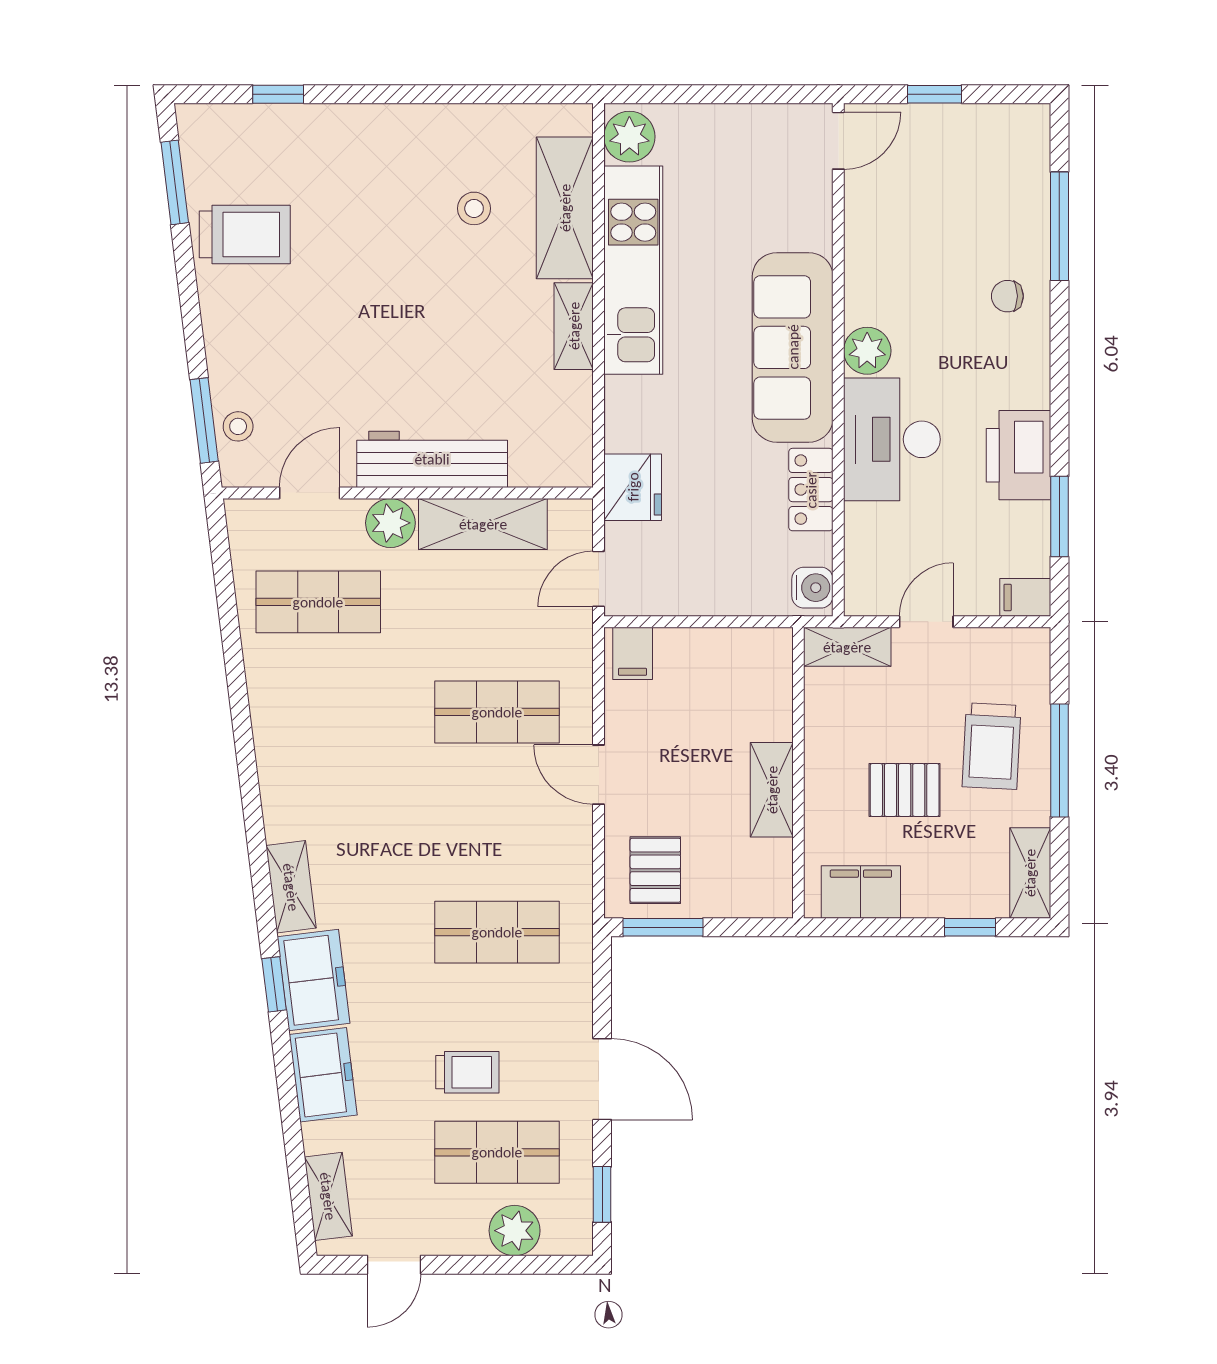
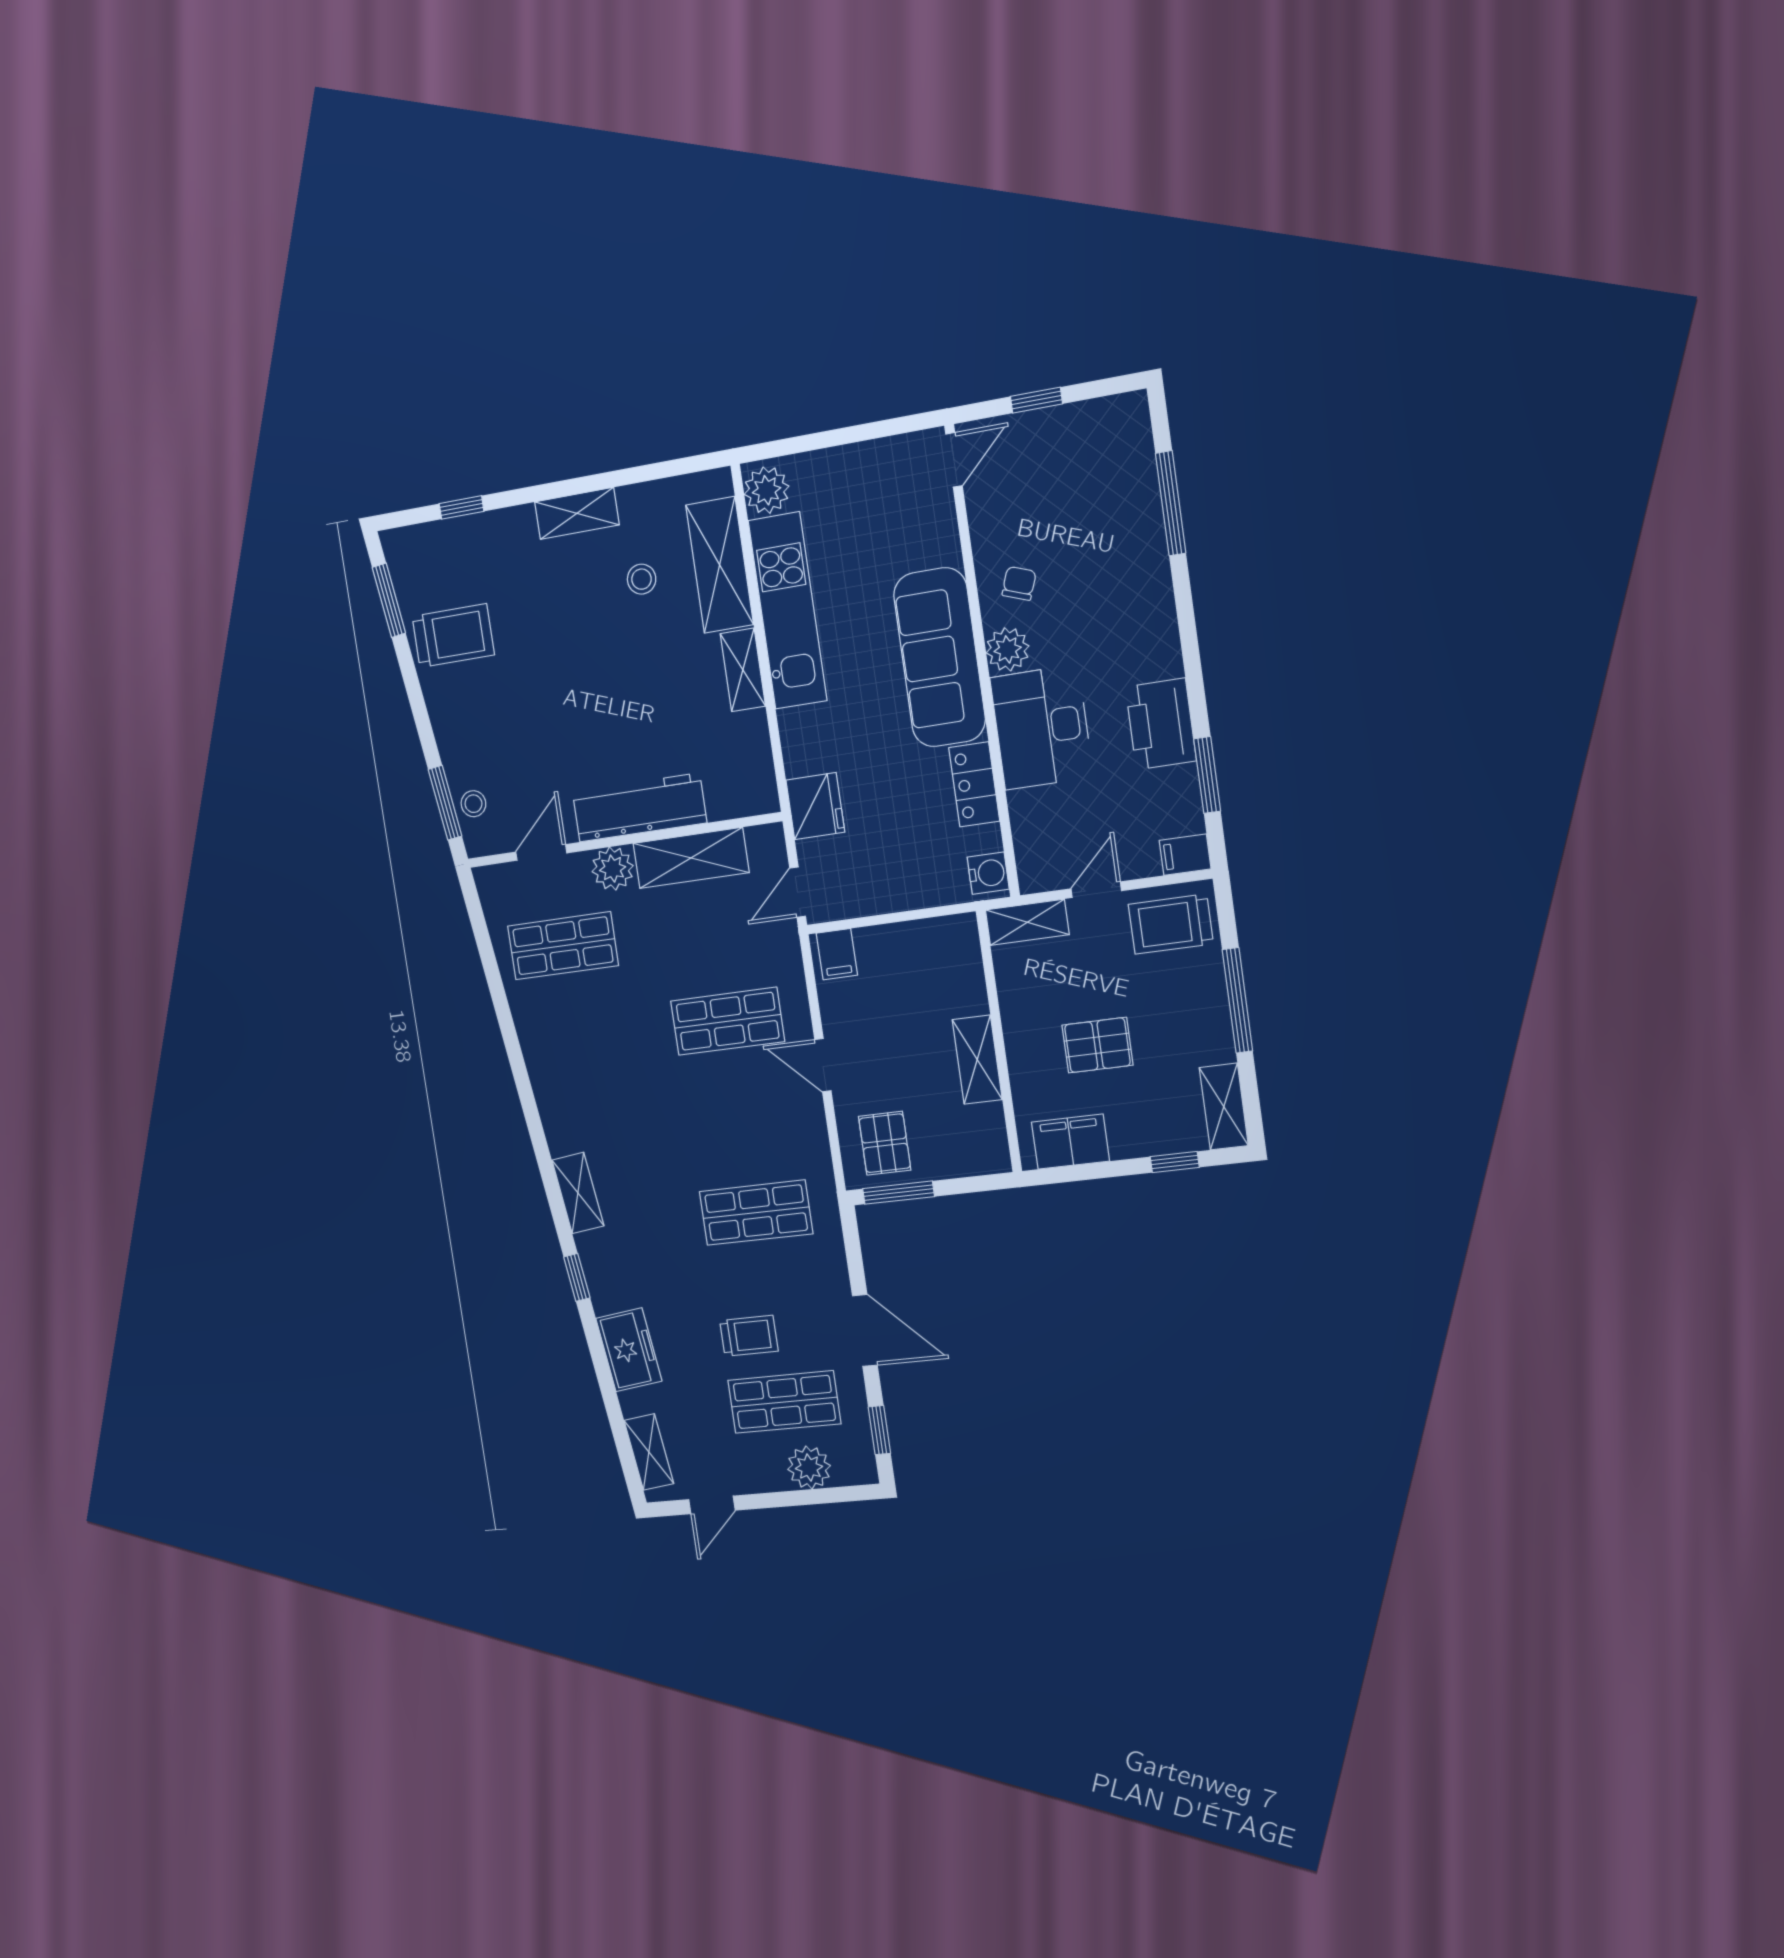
shelving: (411, 124) -> (577, 513), added
chair: (1007, 296) -> (1019, 583), moved, turned 110
trolley: (992, 746) -> (1171, 924), moved, turned 87
freezer: (314, 980) -> (609, 1270), removed

